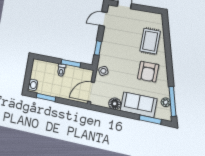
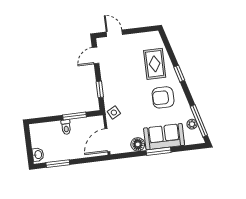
window: (168, 56) -> (179, 74), added
armchair: (148, 72) -> (163, 97), turned 90
window: (150, 120) -> (159, 151), moved

